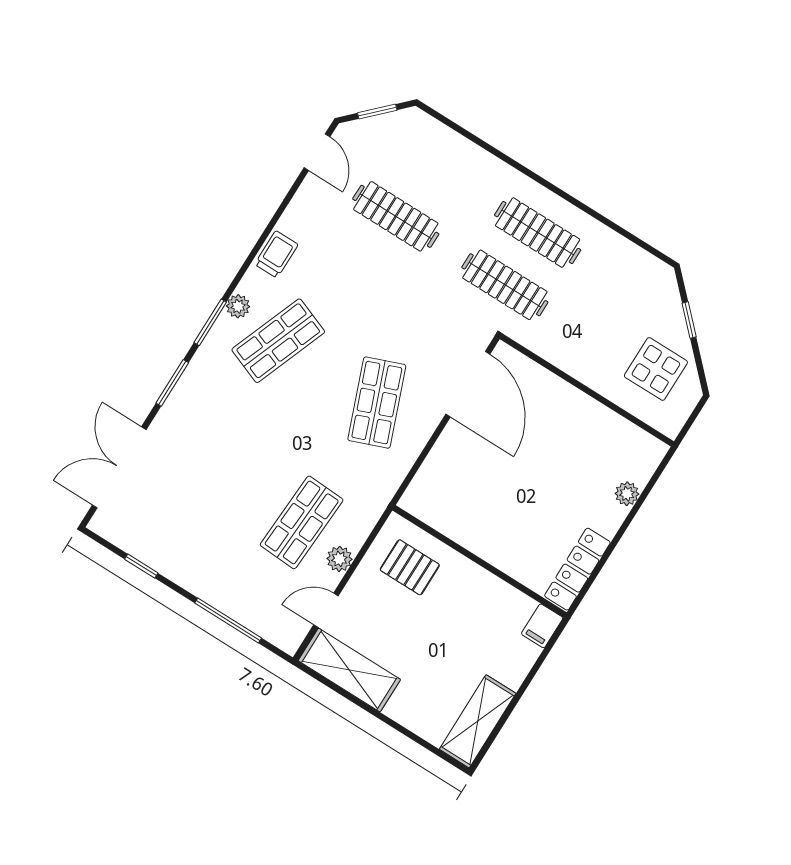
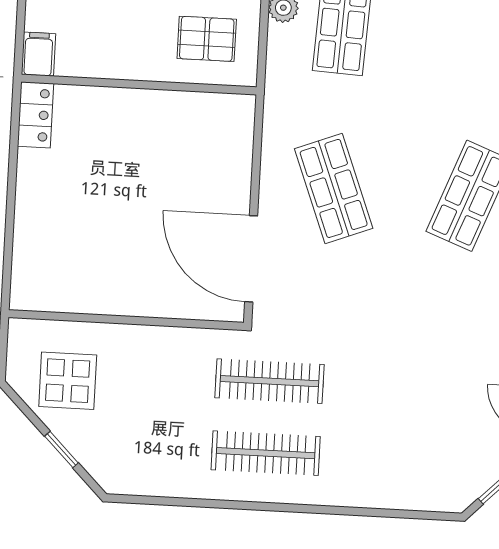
clothes rail: (396, 216) -> (420, 389), removed
plant: (627, 494) -> (27, 237), removed
locker: (577, 569) -> (35, 115), width x0.66

